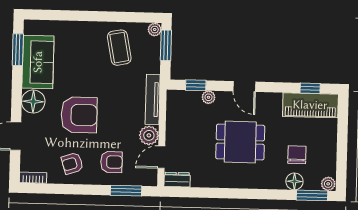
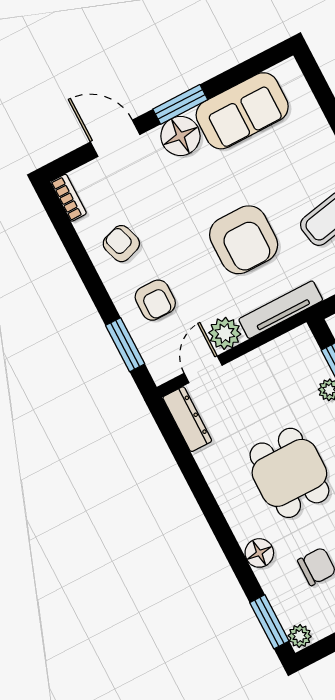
window: (18, 50) -> (180, 104), moved
armchair: (79, 115) -> (244, 240), moved
door: (161, 157) -> (203, 369), hinge flipped
dresser: (177, 180) -> (187, 419), width x1.44
floor lamp: (294, 181) -> (259, 553), moved

